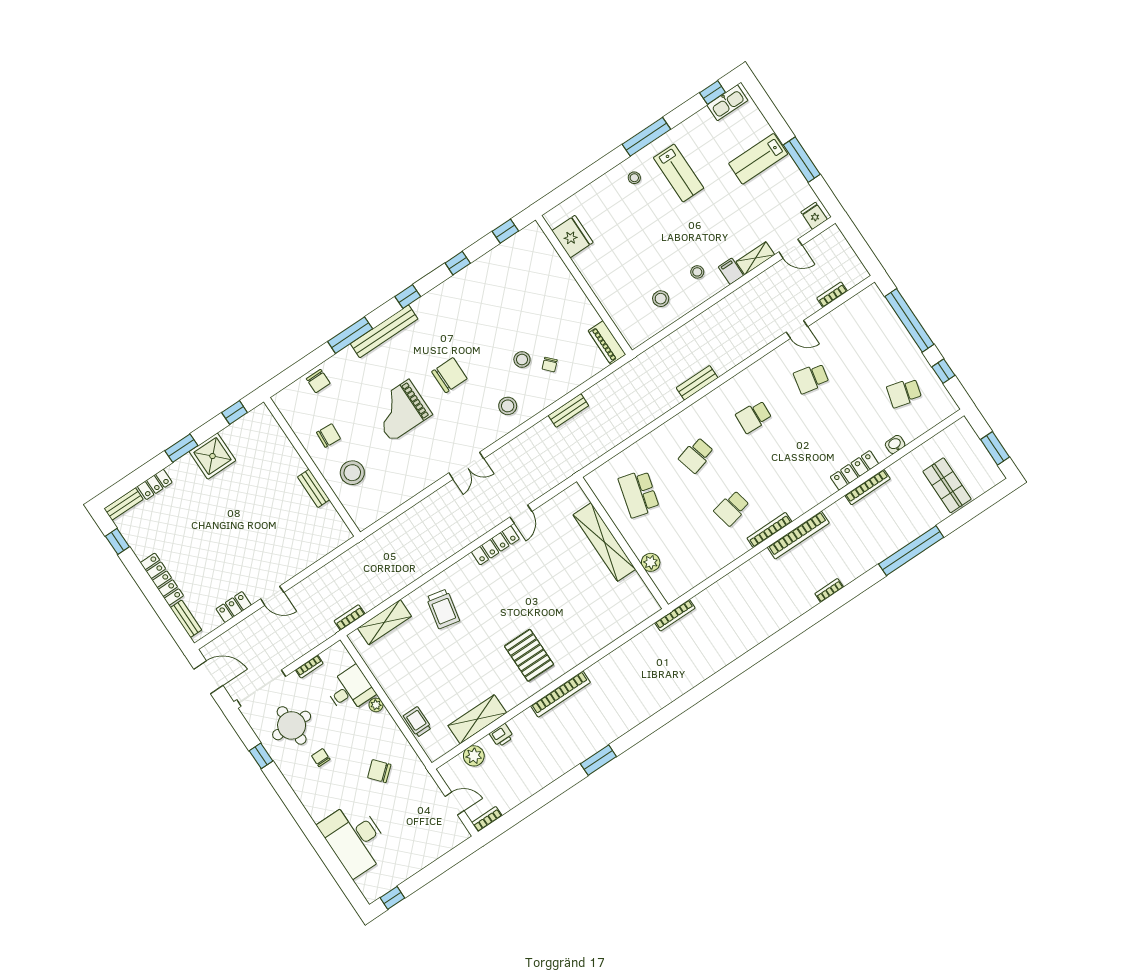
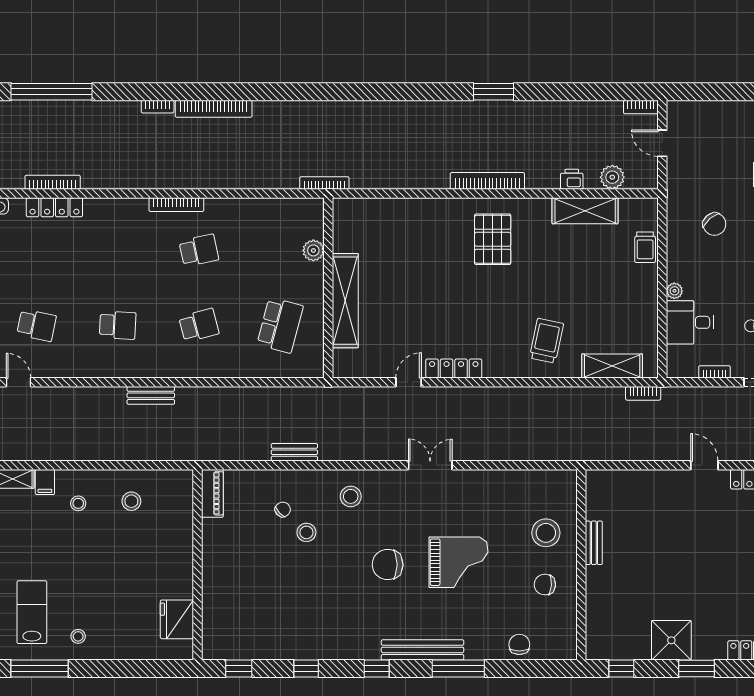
bookcase: (798, 535) -> (214, 109), moved, turned 180

